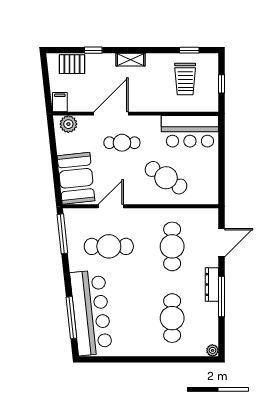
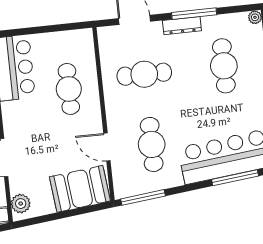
cafe table: (122, 143) -> (35, 142), removed
cafe table: (166, 178) -> (69, 89), turned -33
cafe table: (172, 318) -> (224, 66), turned 90

